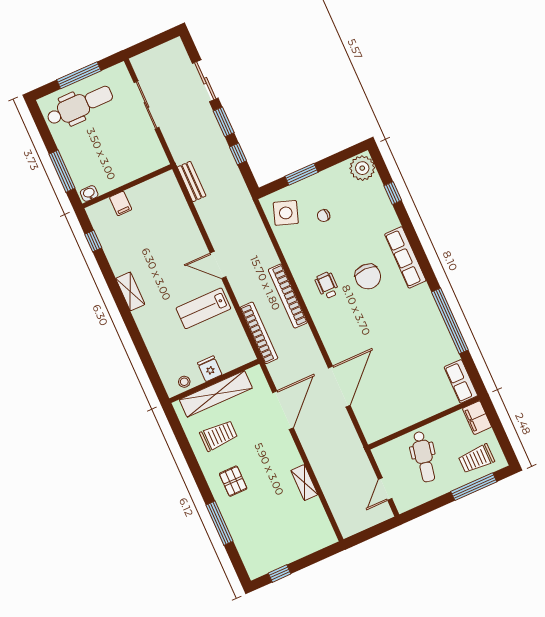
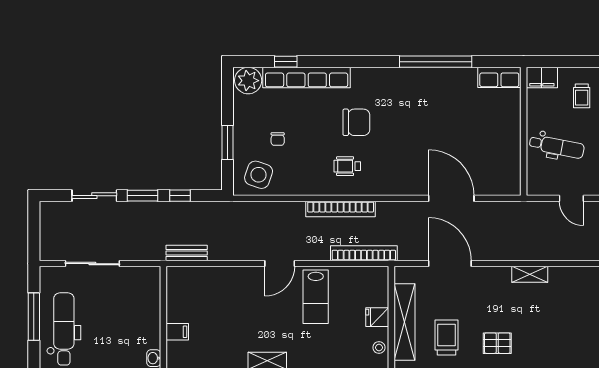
row of seats: (405, 257) -> (307, 77), moved, width x1.36
trolley: (476, 459) -> (582, 96), width x0.73, depth x0.72

